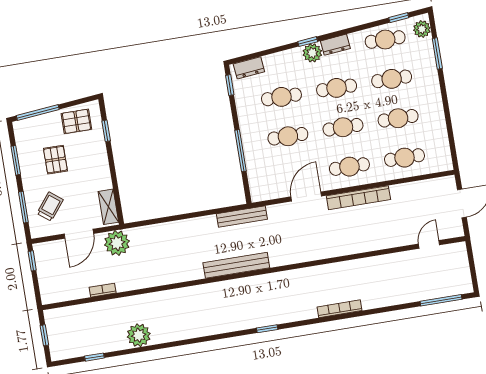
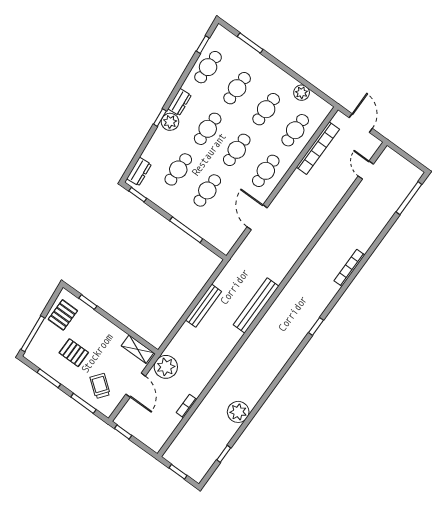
plant: (422, 29) -> (302, 93), moved
bookcase: (358, 198) -> (318, 148), moved
bench: (242, 217) -> (204, 306), moved

